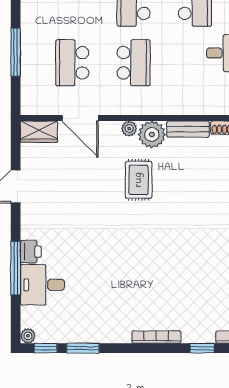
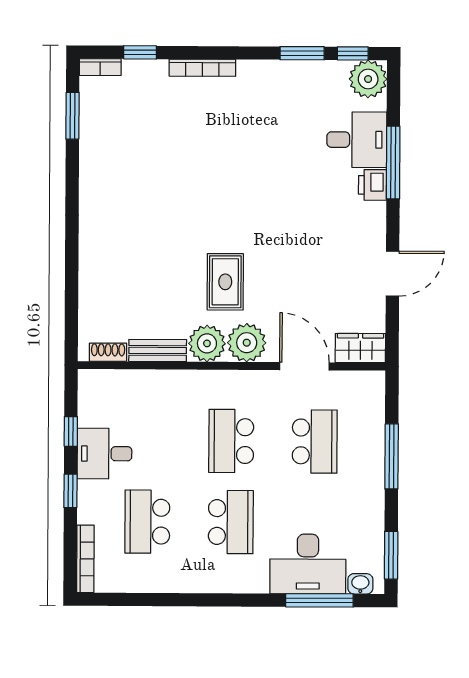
plant: (129, 129) -> (247, 343), width x1.88, depth x1.88
plant: (28, 336) -> (368, 79), width x1.87, depth x1.87

